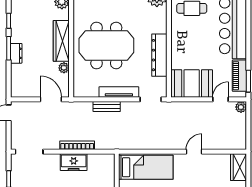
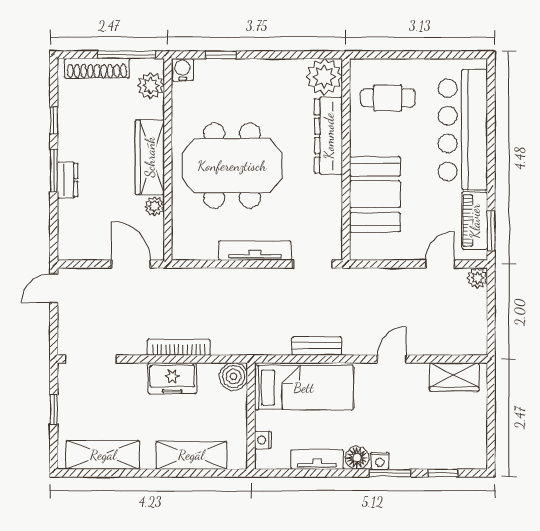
dresser: (159, 55) -> (329, 136), moved
booth: (192, 84) -> (375, 194), moved, turned 90
bench: (107, 107) -> (317, 346), moved
boiler: (107, 161) -> (234, 376), added
wardrobe: (239, 167) -> (454, 377), moved, turned -90

